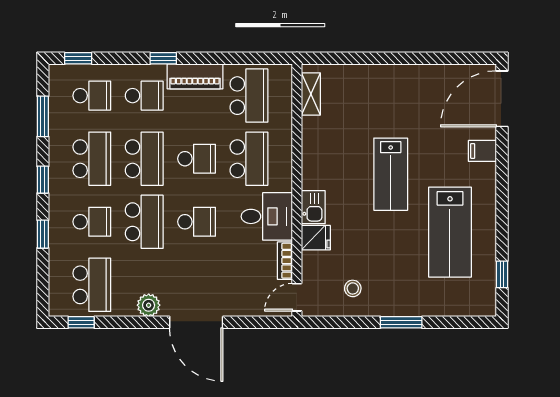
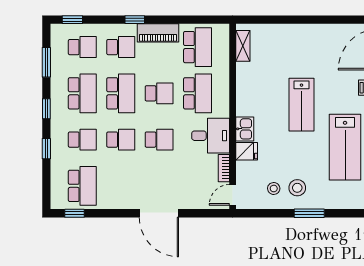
school desk: (144, 222) -> (121, 140), width x0.54
stool: (385, 287) -> (297, 188), added
plant: (149, 305) -> (124, 201), removed

